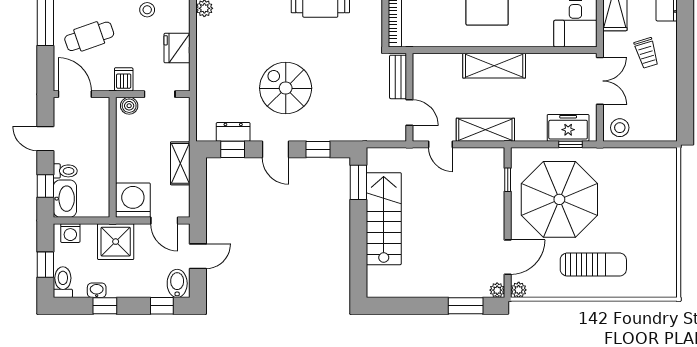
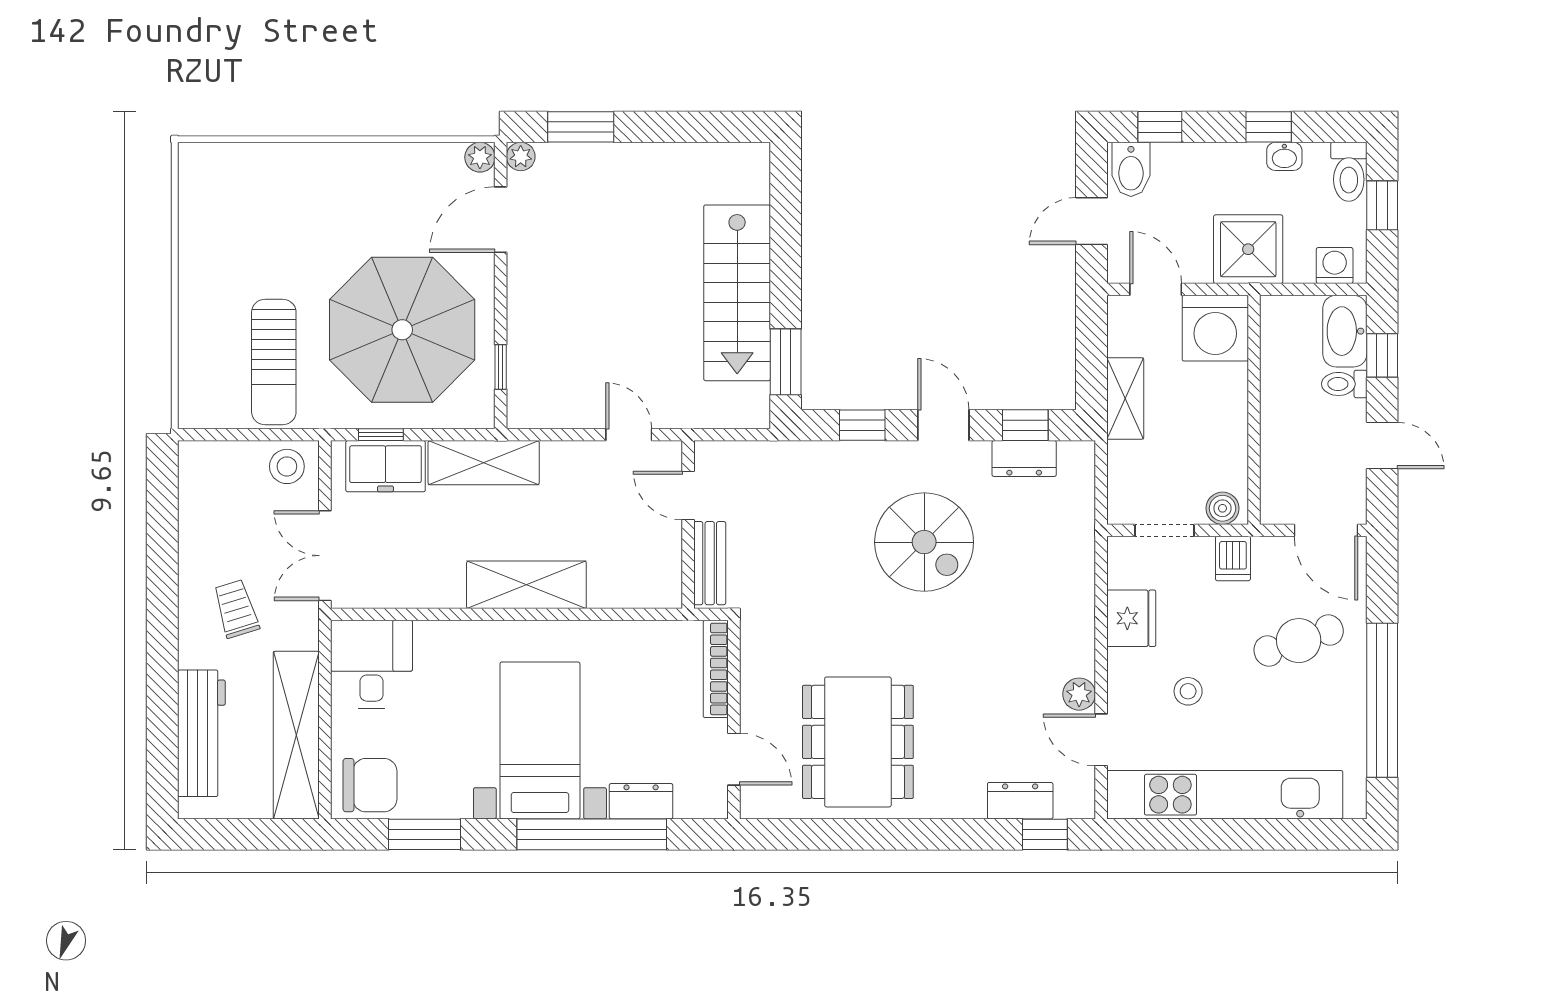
shelving: (485, 130) -> (484, 463), moved
sun lounger: (593, 265) -> (274, 362), moved, turned -90

